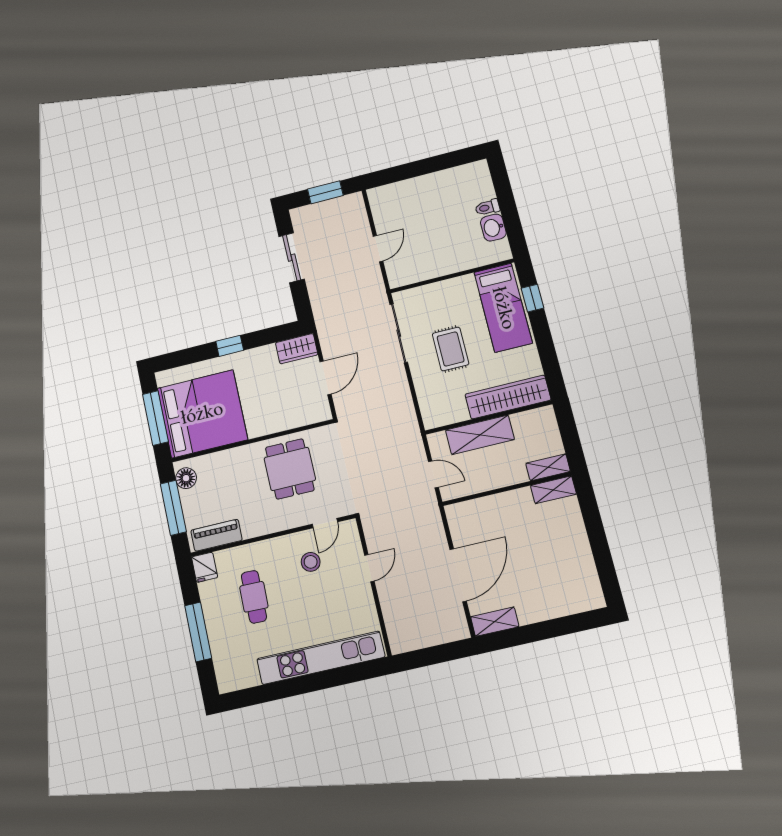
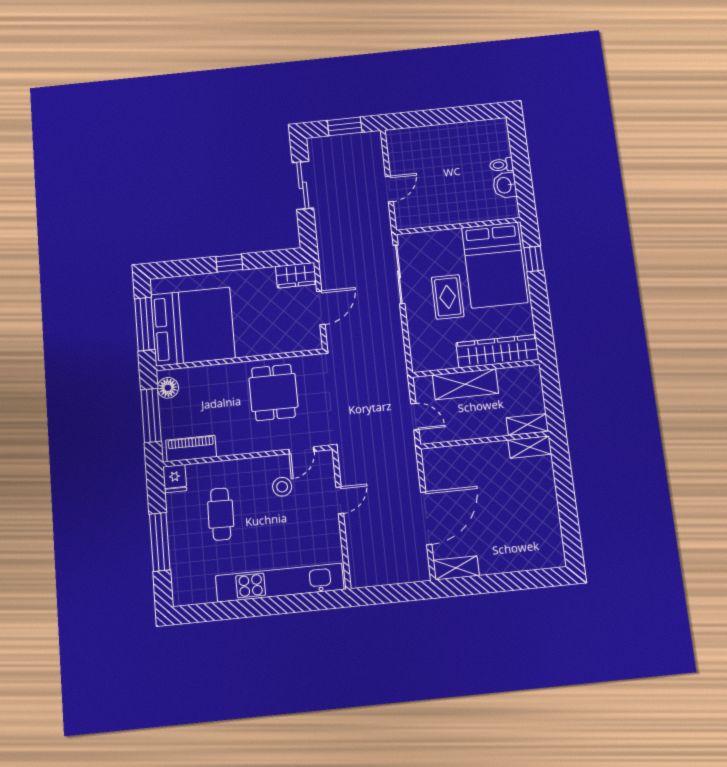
bed: (503, 308) -> (495, 265), width x1.50

